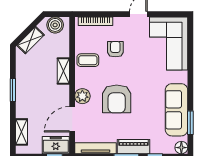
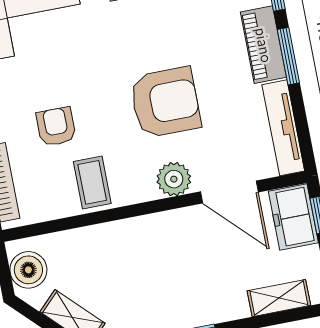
armchair: (115, 49) -> (56, 127), turned 90
shelving: (63, 71) -> (127, 232), removed

